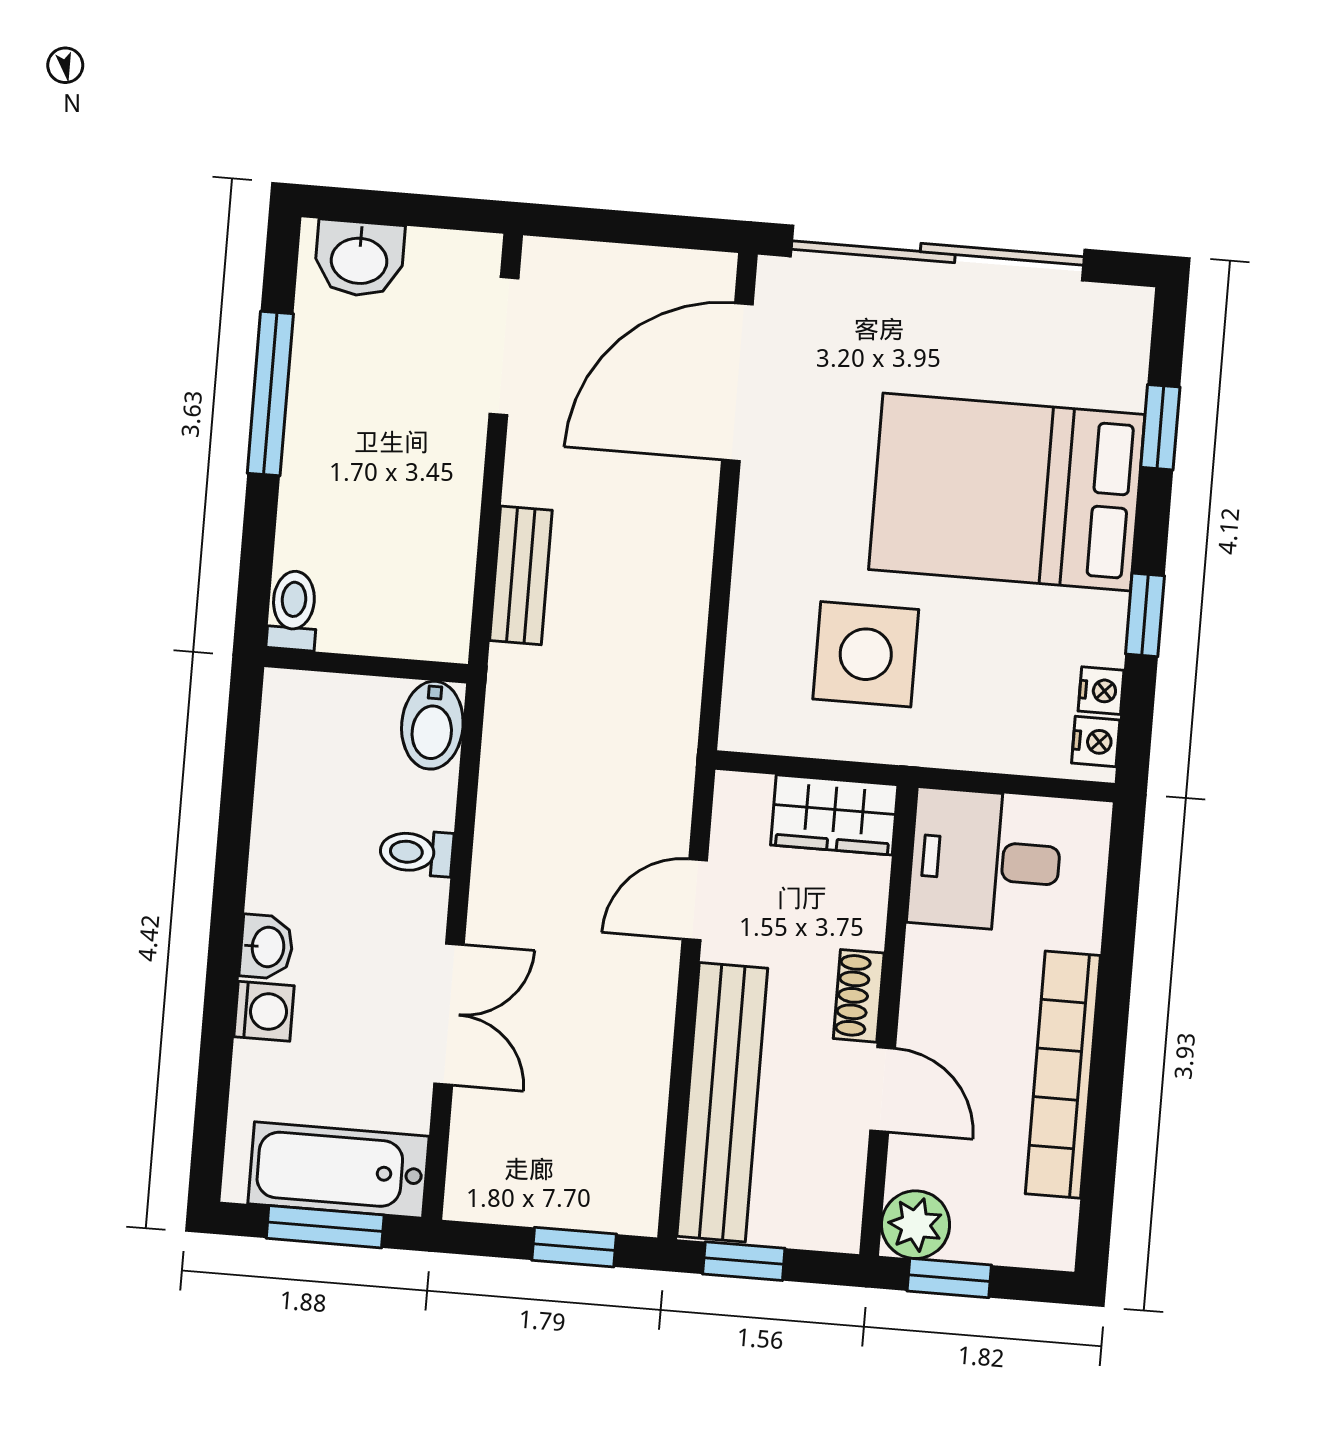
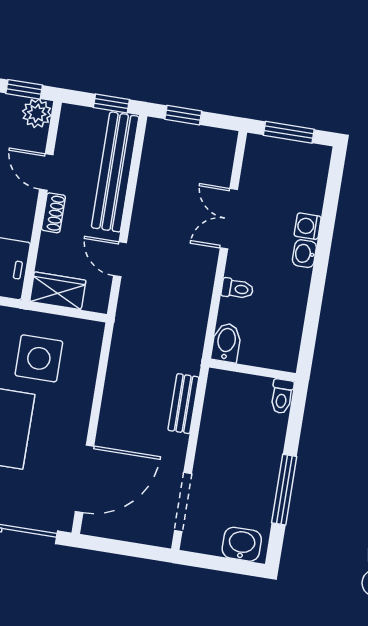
door: (695, 900) -> (120, 259), swing flipped
bathtub: (339, 1170) -> (281, 156), removed

